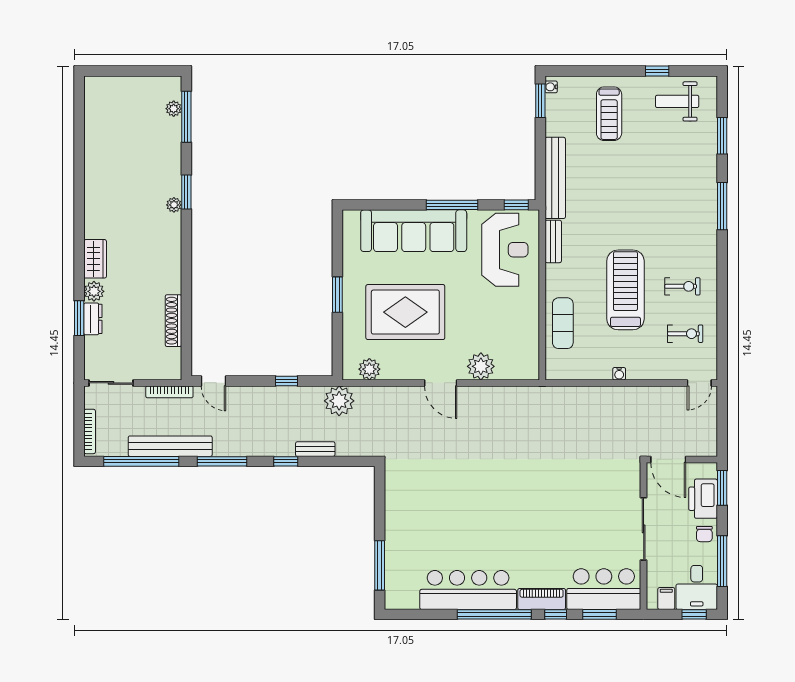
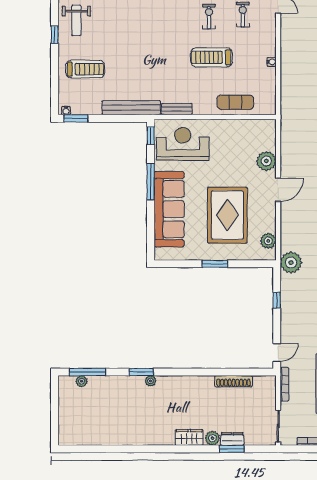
treadmill: (625, 290) -> (211, 57), width x0.73, depth x0.73

